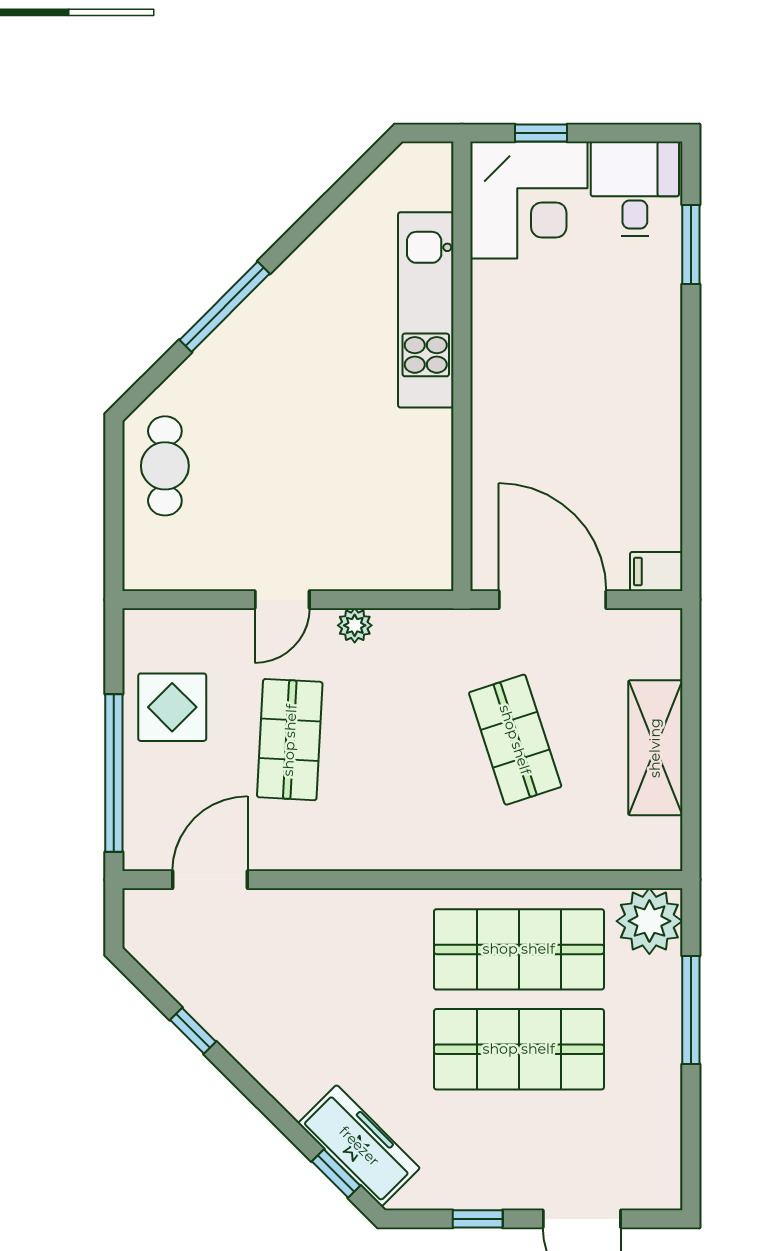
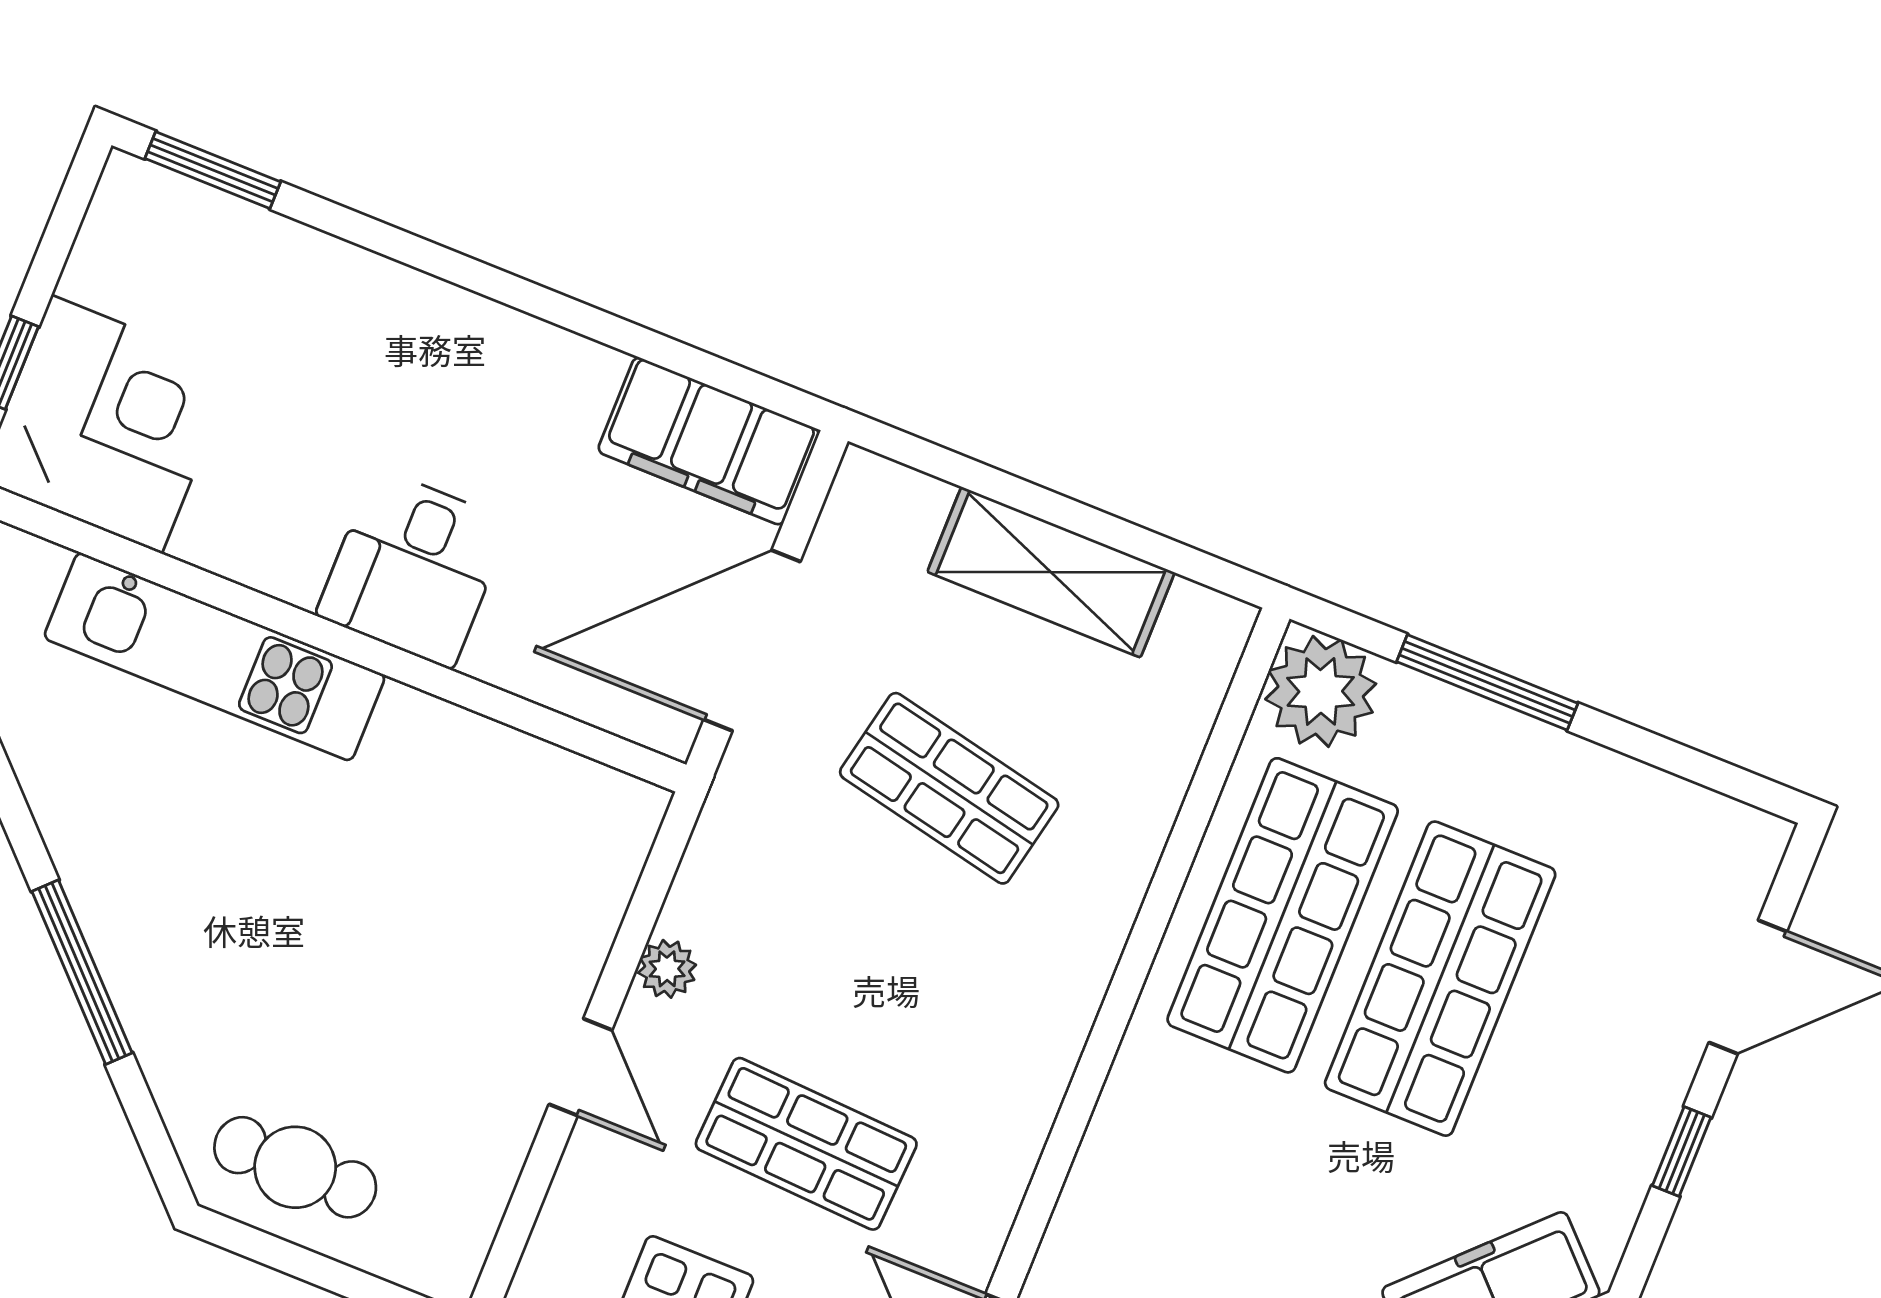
desk: (635, 189) -> (414, 568), moved, turned -90
window: (691, 245) -> (213, 170), moved
filing cabinet: (656, 571) -> (709, 441), width x3.00, depth x1.17
shop shelf: (515, 740) -> (949, 788), turned 30

